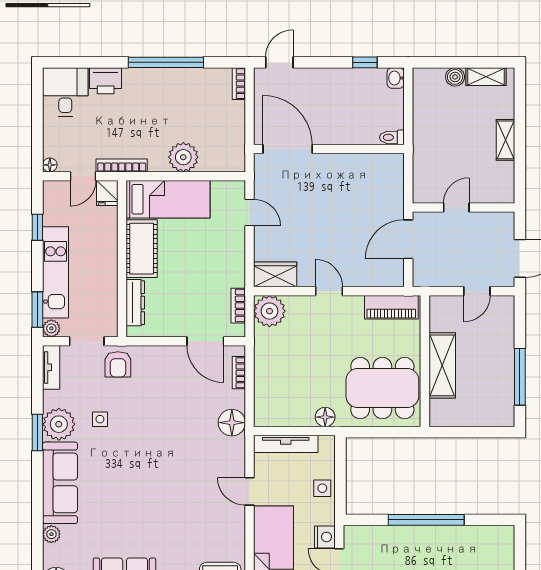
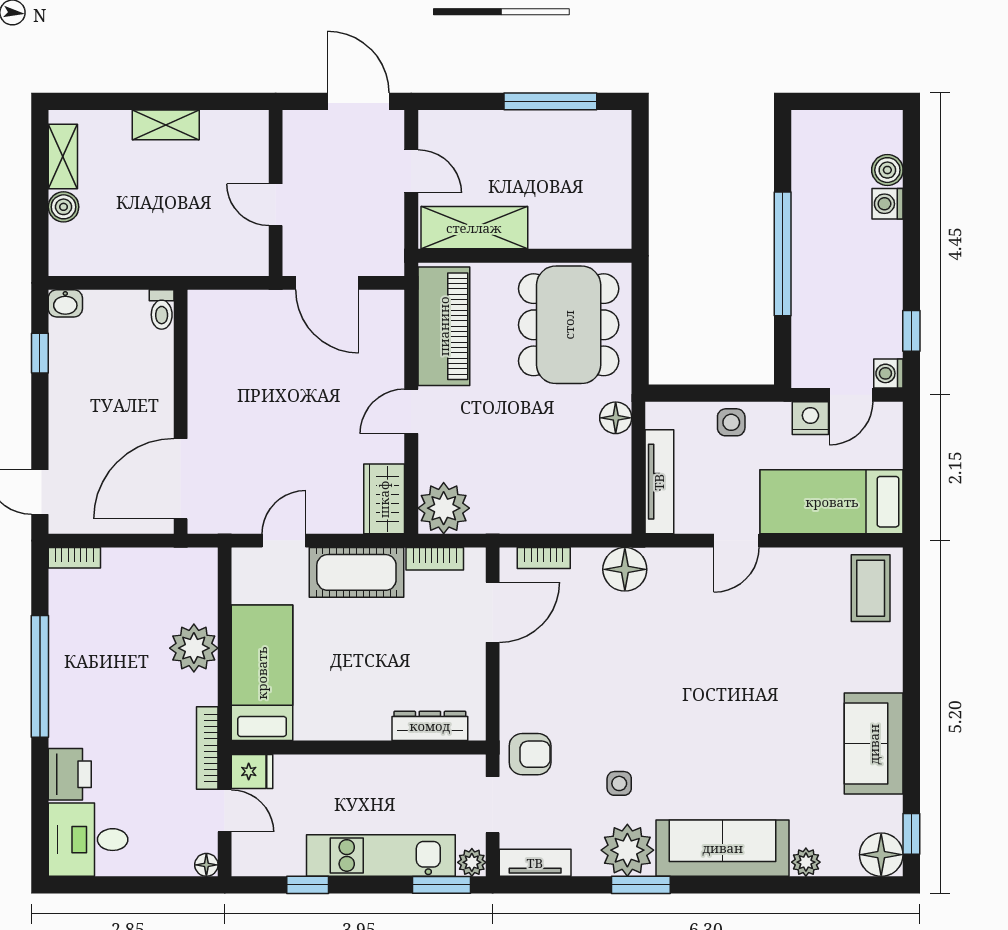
cot: (142, 249) -> (356, 572), moved
piano: (391, 307) -> (444, 326), width x1.37, depth x1.33
shelving: (442, 365) -> (474, 228), moved

